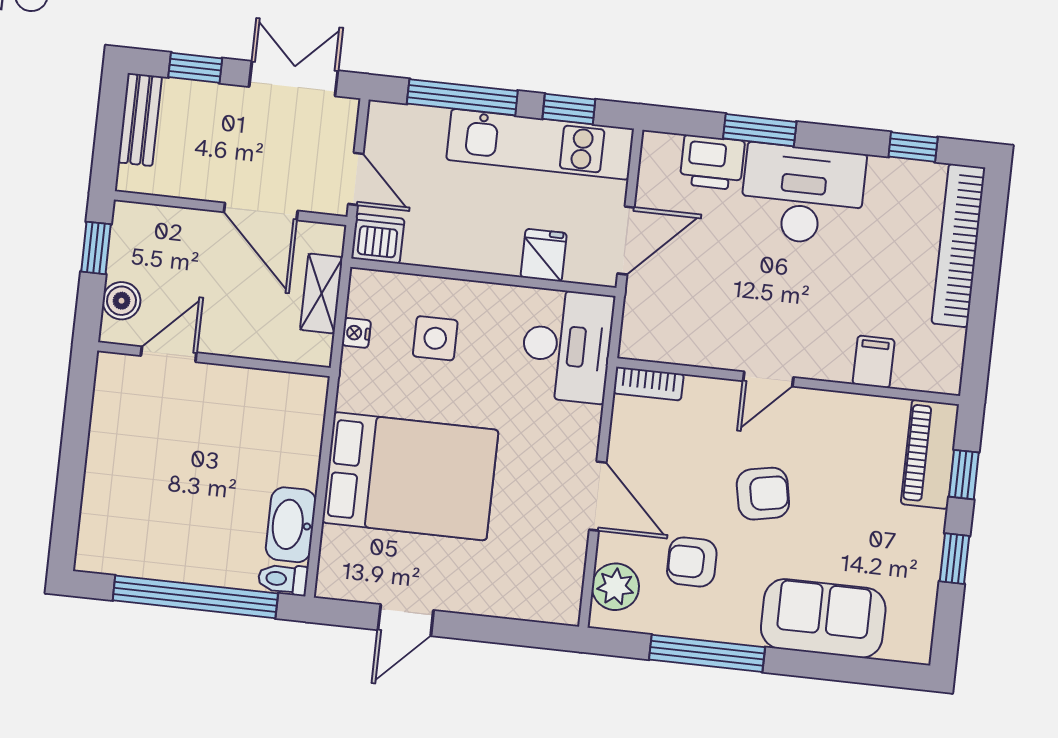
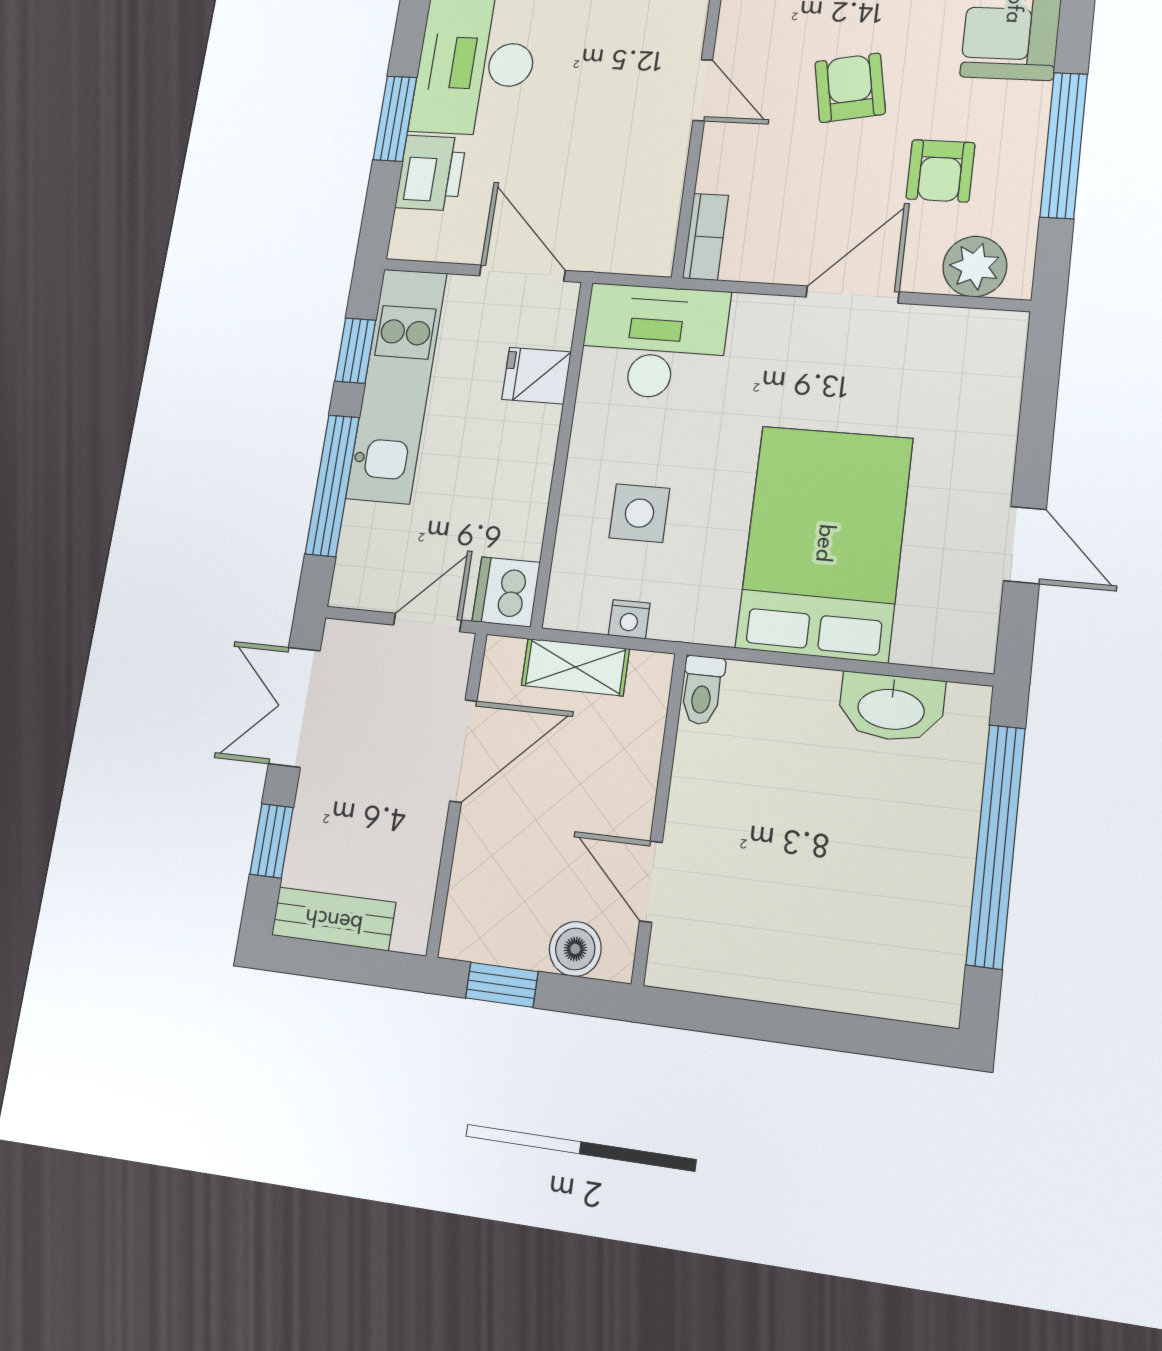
toilet: (283, 579) -> (702, 690), moved

